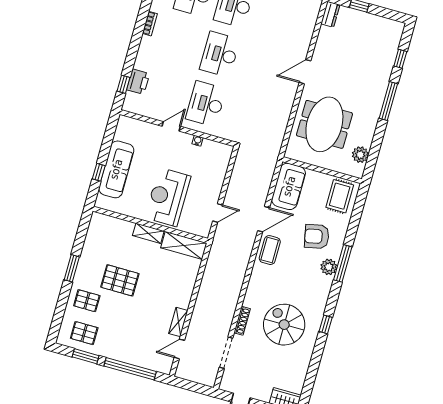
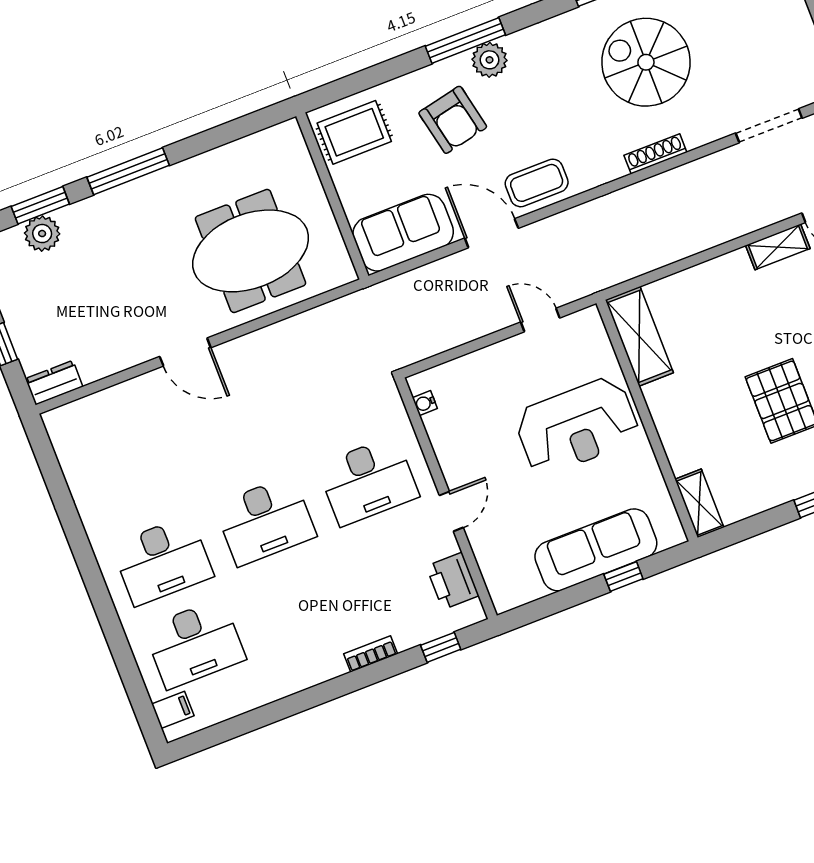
bookcase: (150, 24) -> (371, 654), moved
window: (400, 59) -> (40, 205), width x1.50
printer: (138, 82) -> (452, 581), moved, turned -90
door: (171, 126) -> (451, 511), swing flipped
water cooler: (198, 141) -> (425, 403), moved
plant: (360, 155) -> (42, 234), moved
shelving: (148, 233) -> (699, 503), moved
shoe rack: (242, 321) -> (655, 154), moved
spiral stairs: (284, 325) -> (646, 62), turned 90

